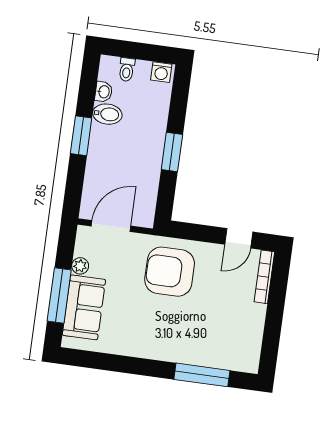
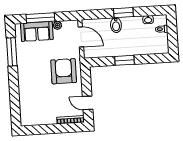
washing machine: (161, 72) -> (164, 47), removed
bidet: (107, 114) -> (116, 25), moved
window: (202, 375) -> (12, 52), moved

